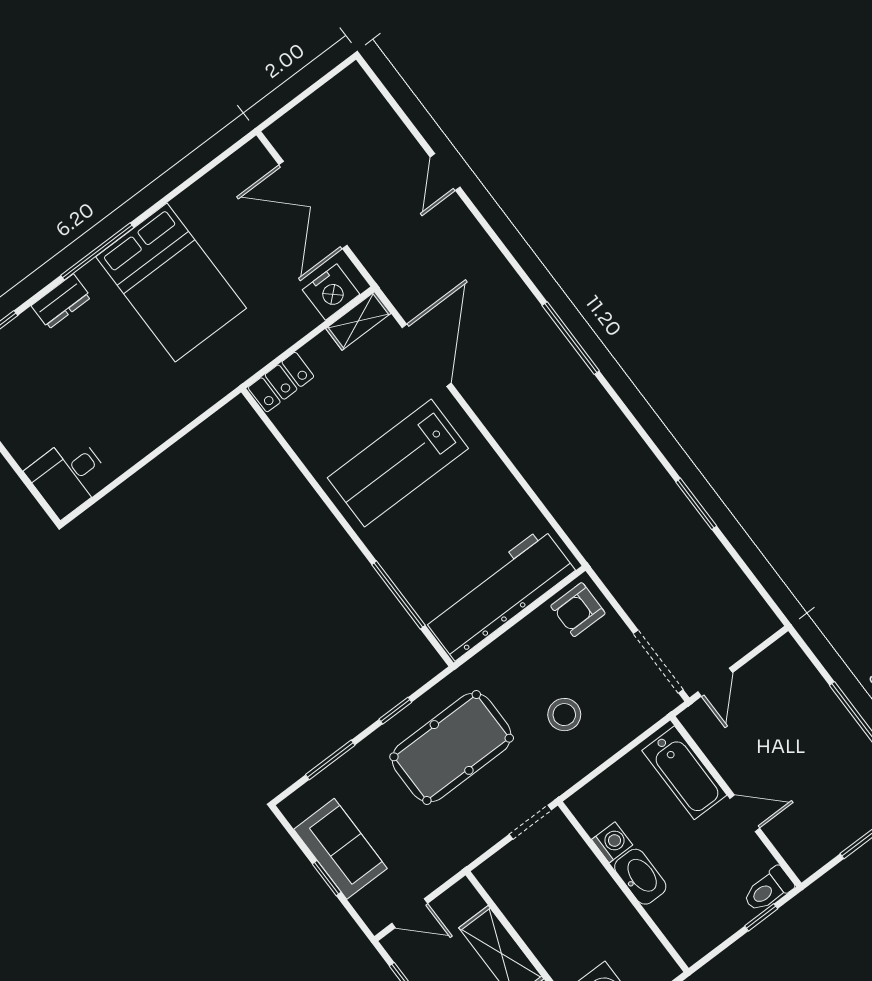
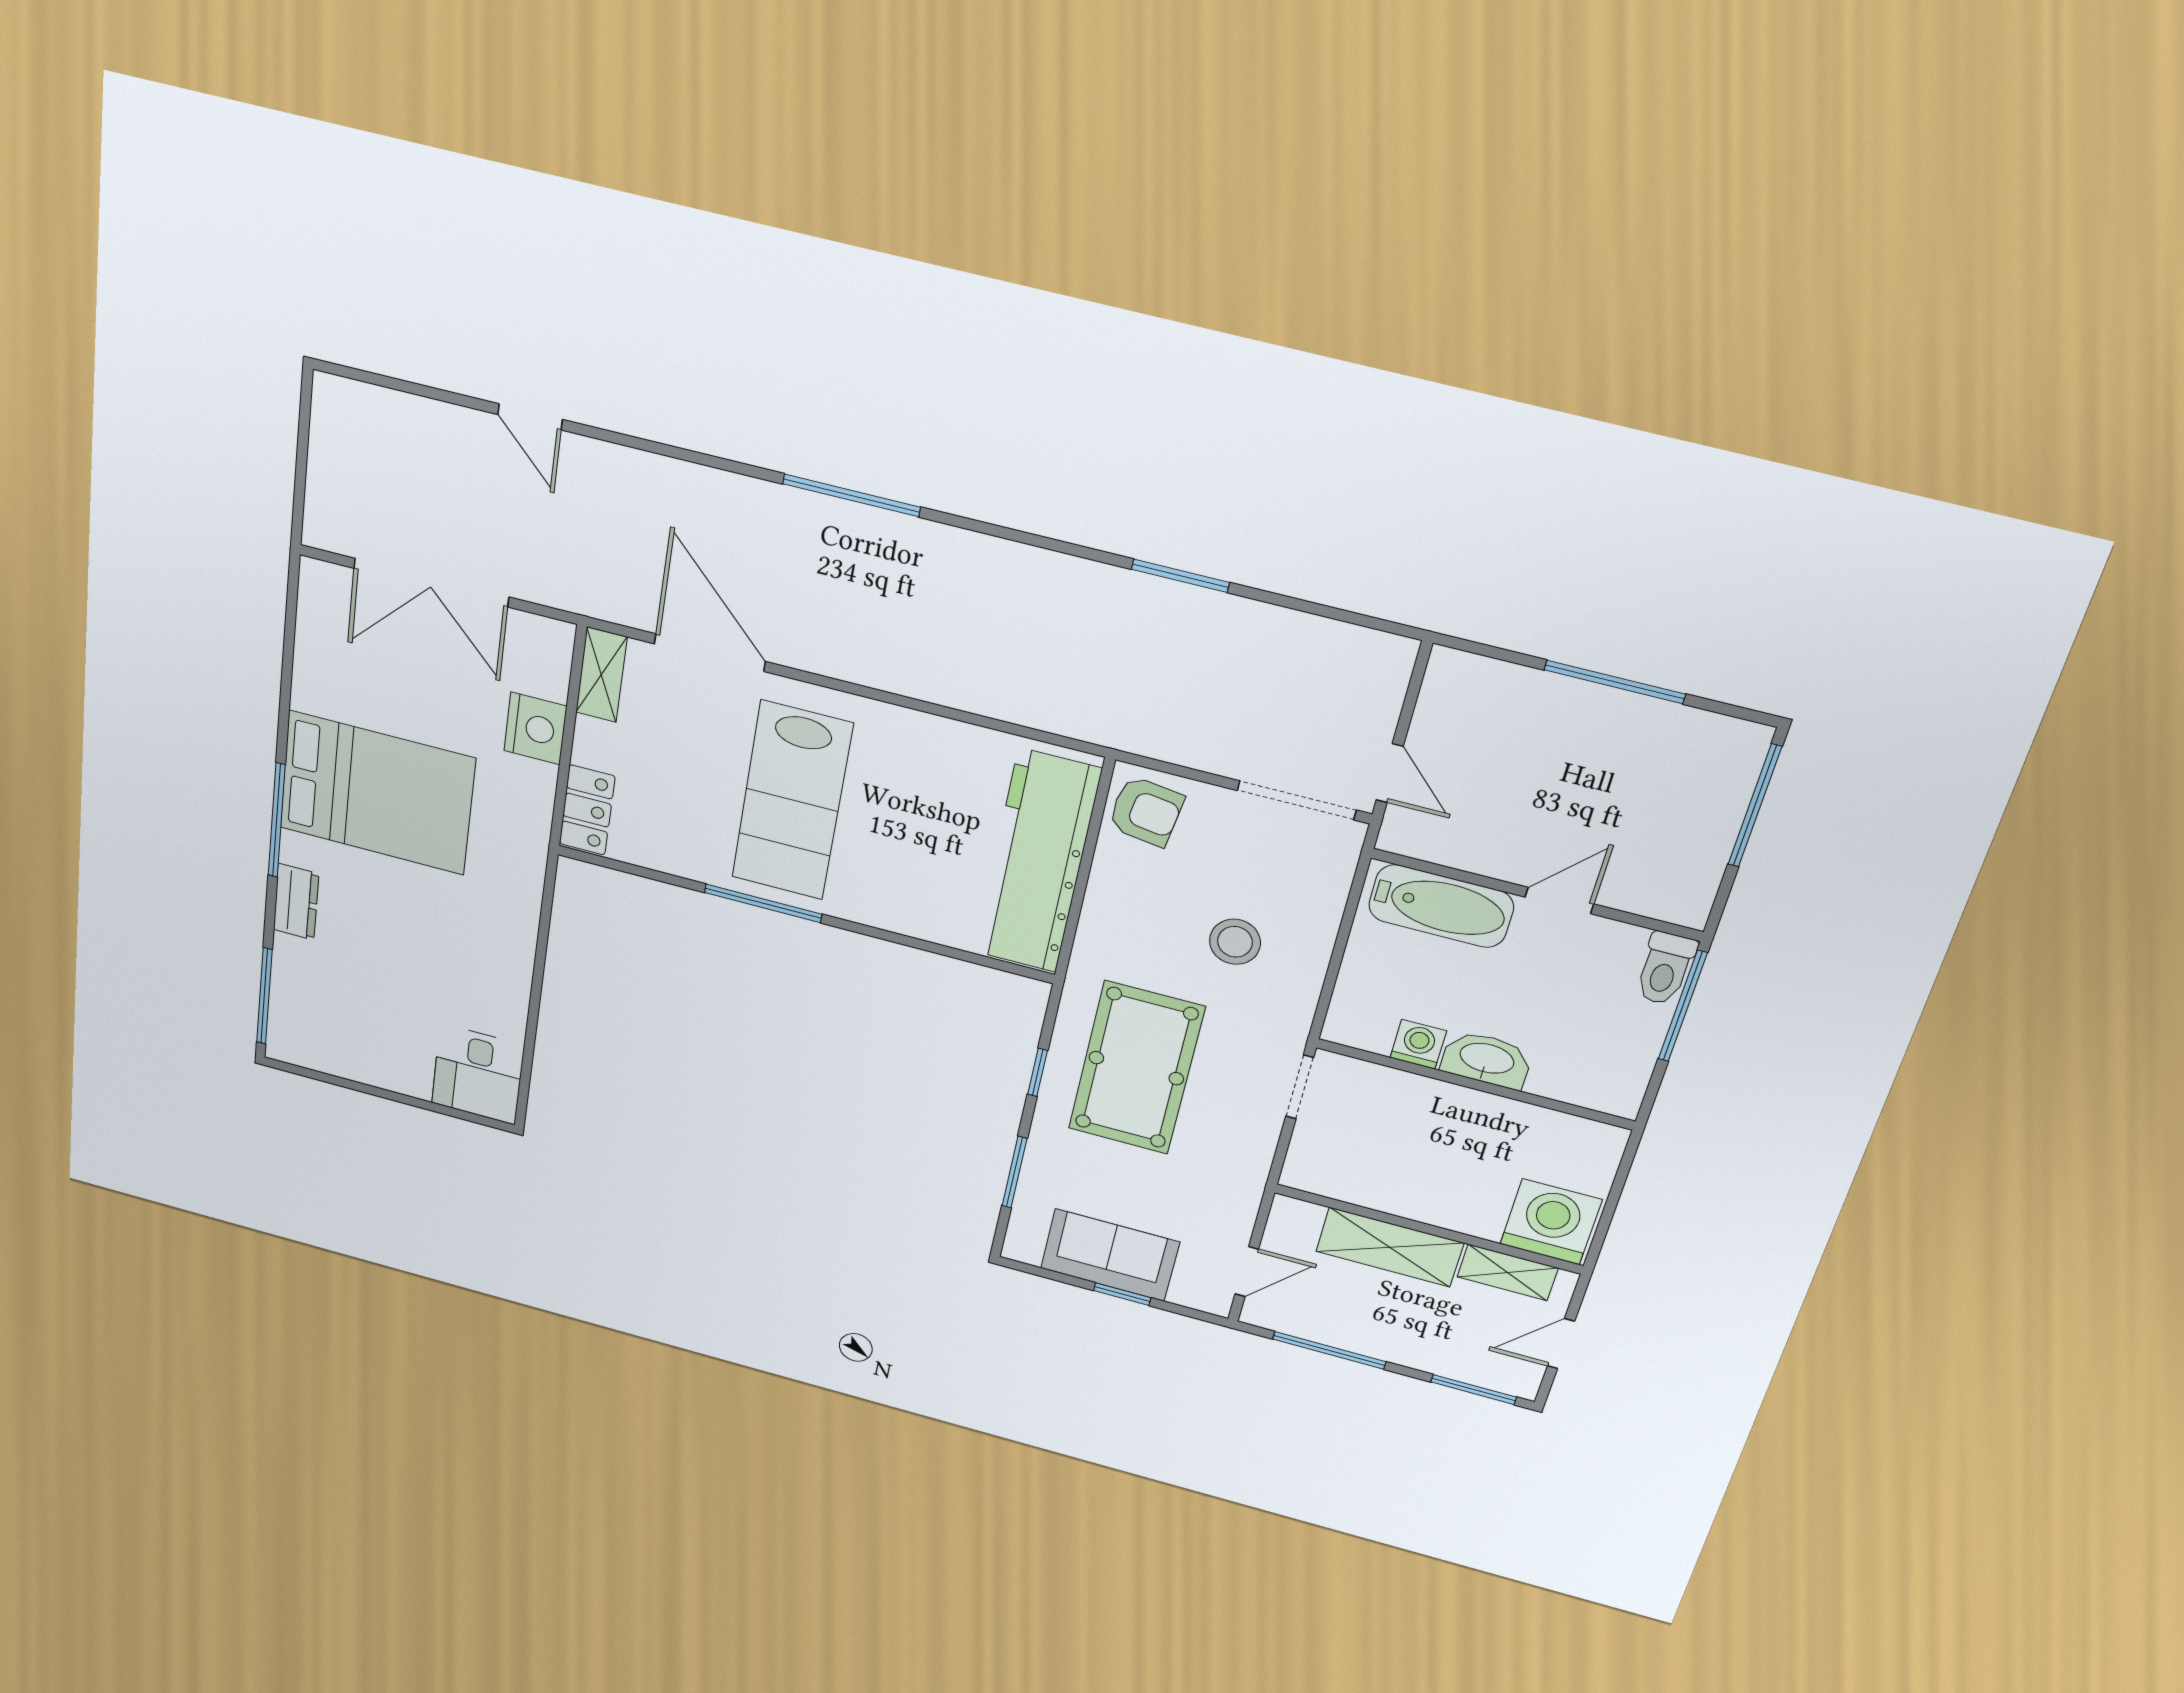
nightstand: (331, 292) -> (535, 728), moved
window: (398, 595) -> (763, 903), moved
armchair: (578, 610) -> (1146, 811), turned -82
window: (761, 917) -> (1683, 1006), width x2.17

